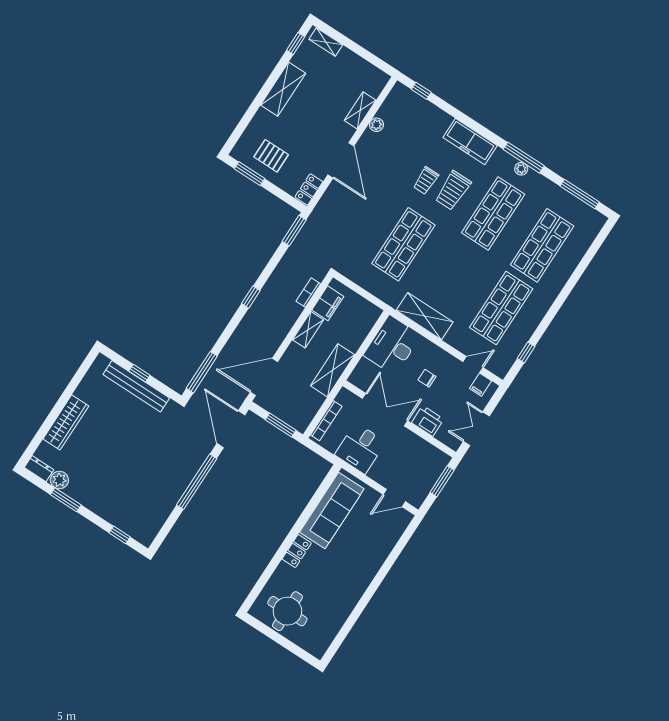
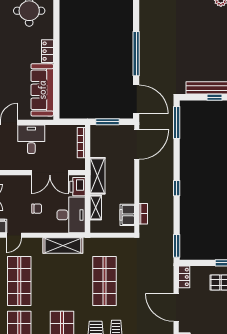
shelving: (308, 330) -> (96, 208), moved
printer: (428, 421) -> (78, 187), moved, turned 90
desk: (360, 448) -> (31, 139), moved

